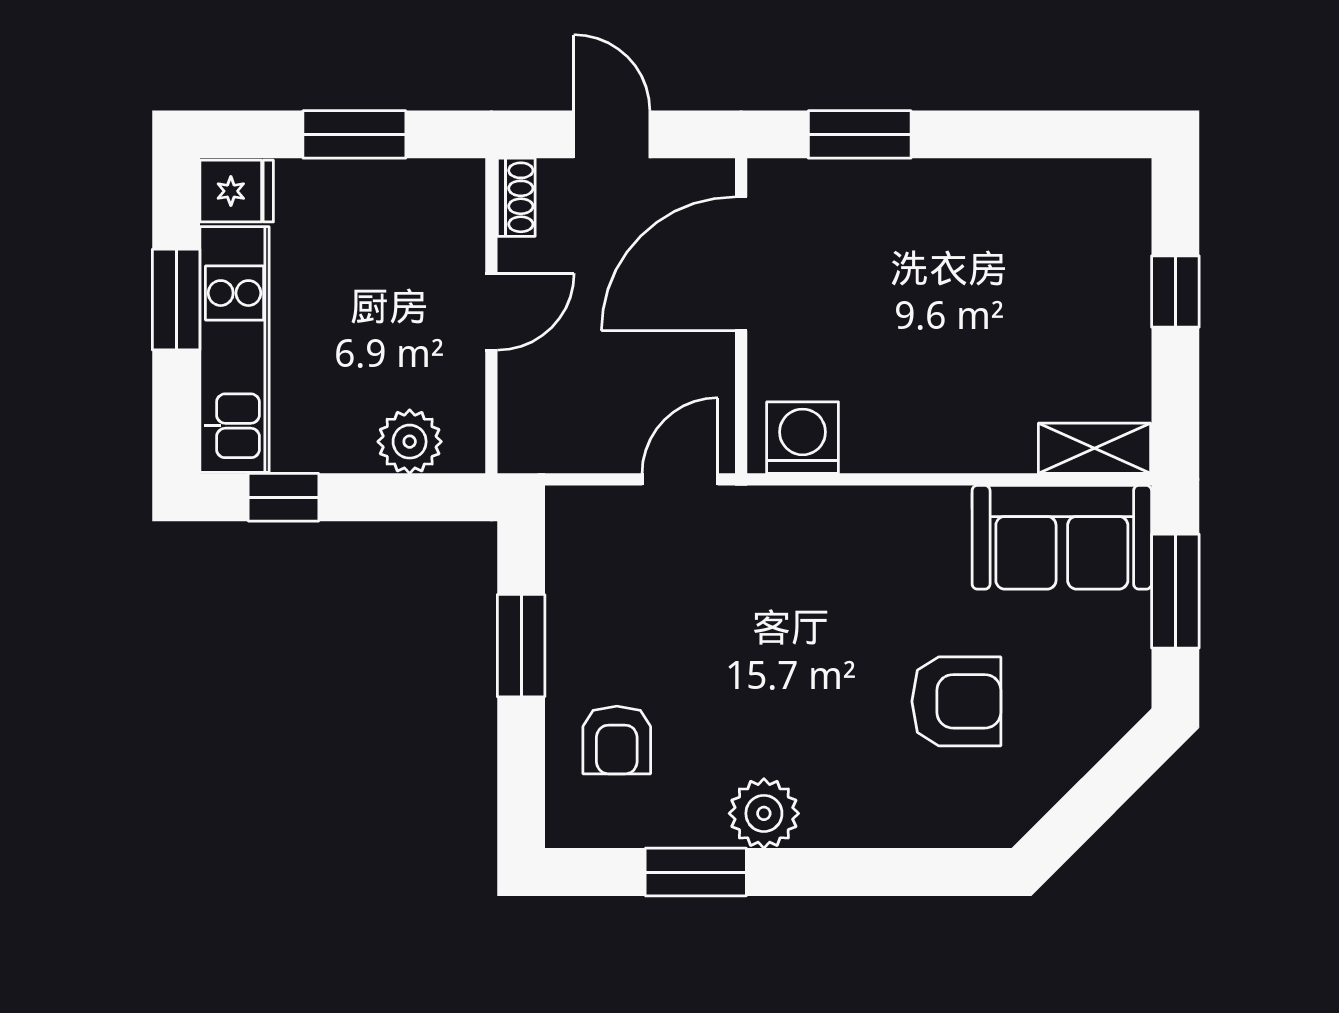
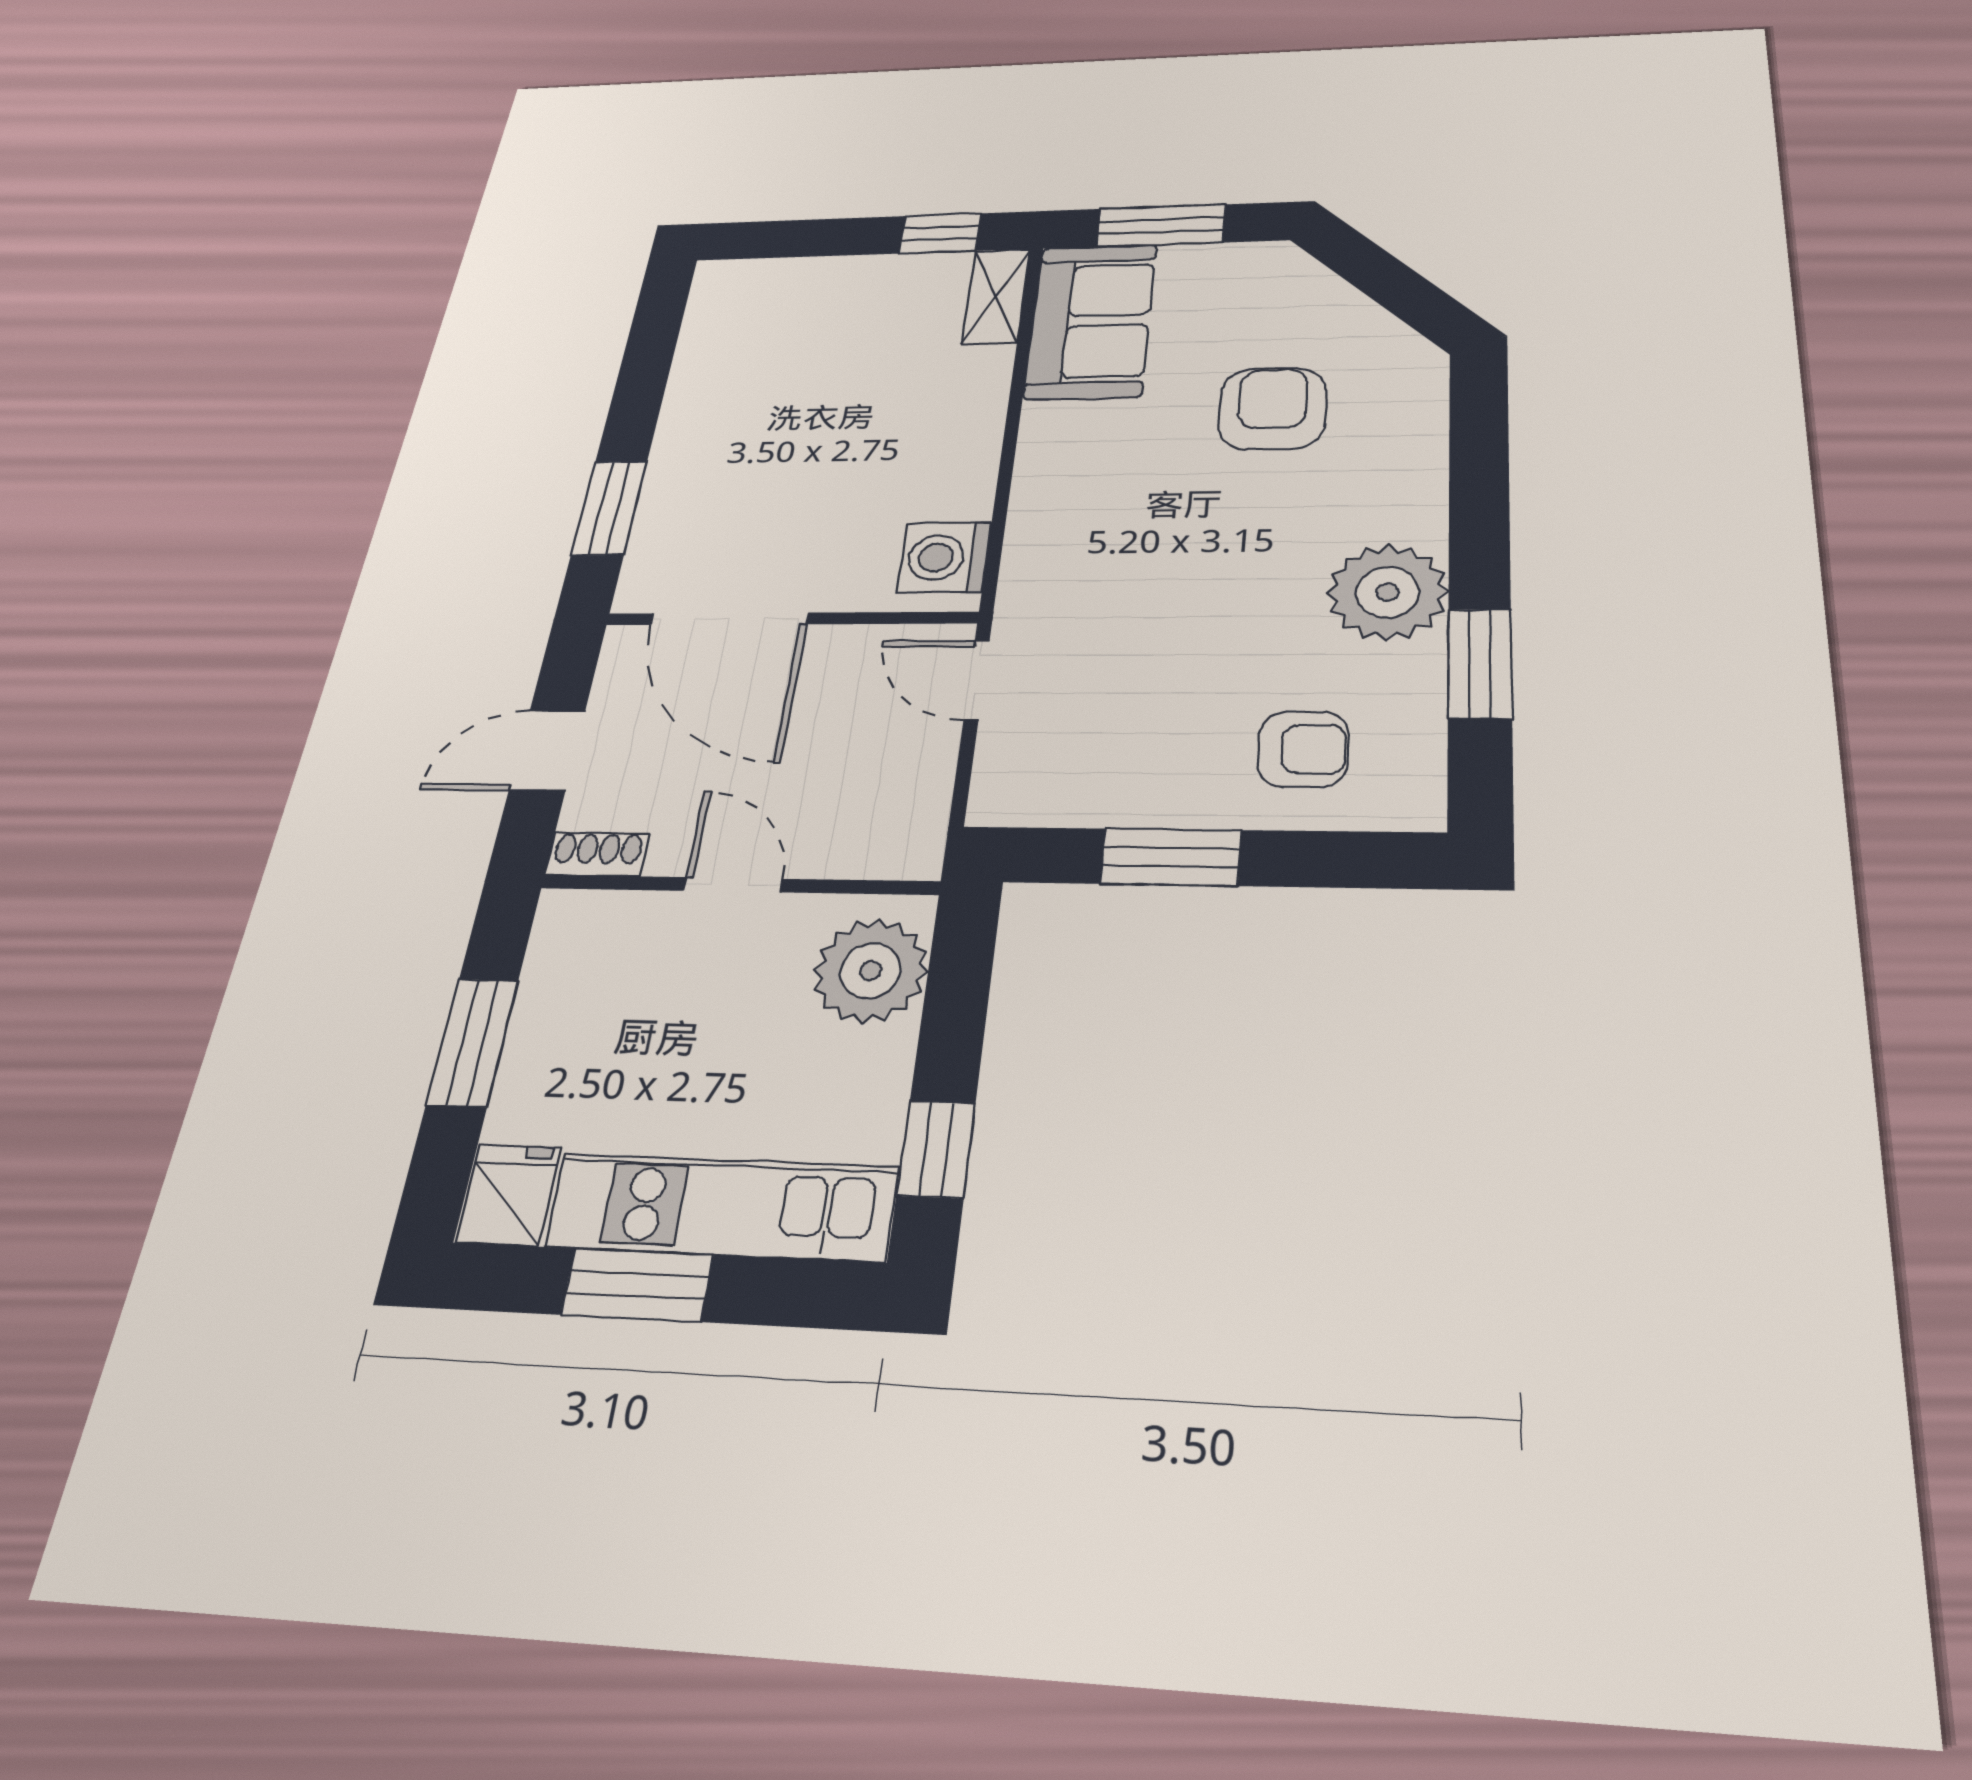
window: (1175, 292) -> (940, 233), moved
plant: (410, 442) -> (871, 971), width x1.36, depth x1.36
plant: (764, 813) -> (1388, 592), width x1.36, depth x1.36

